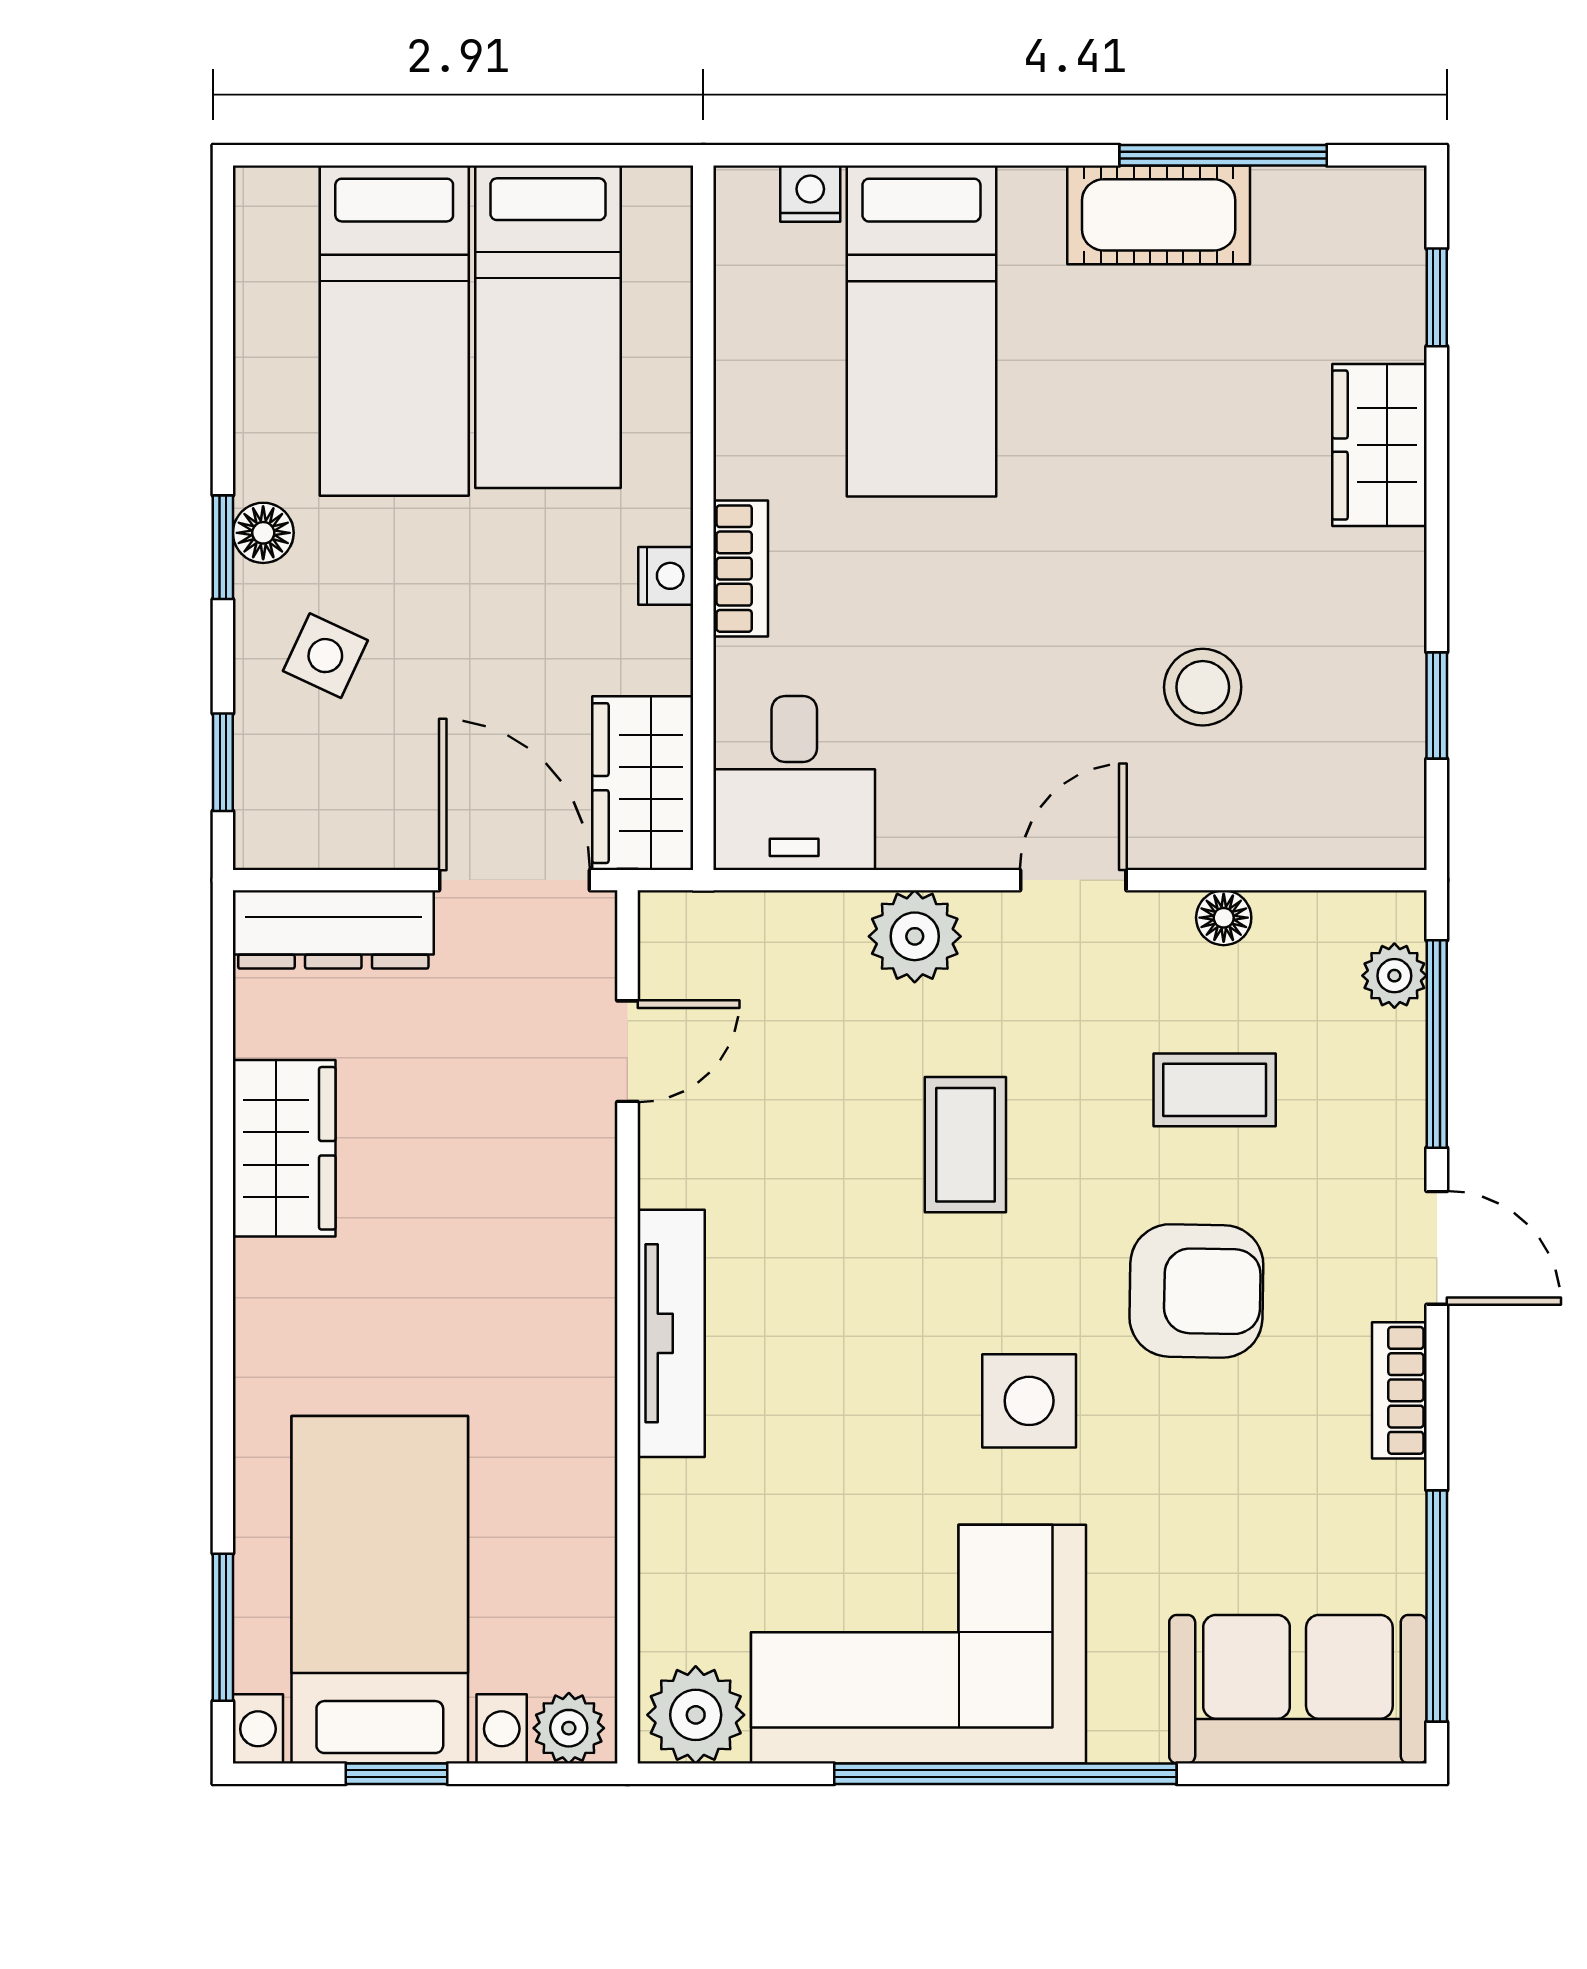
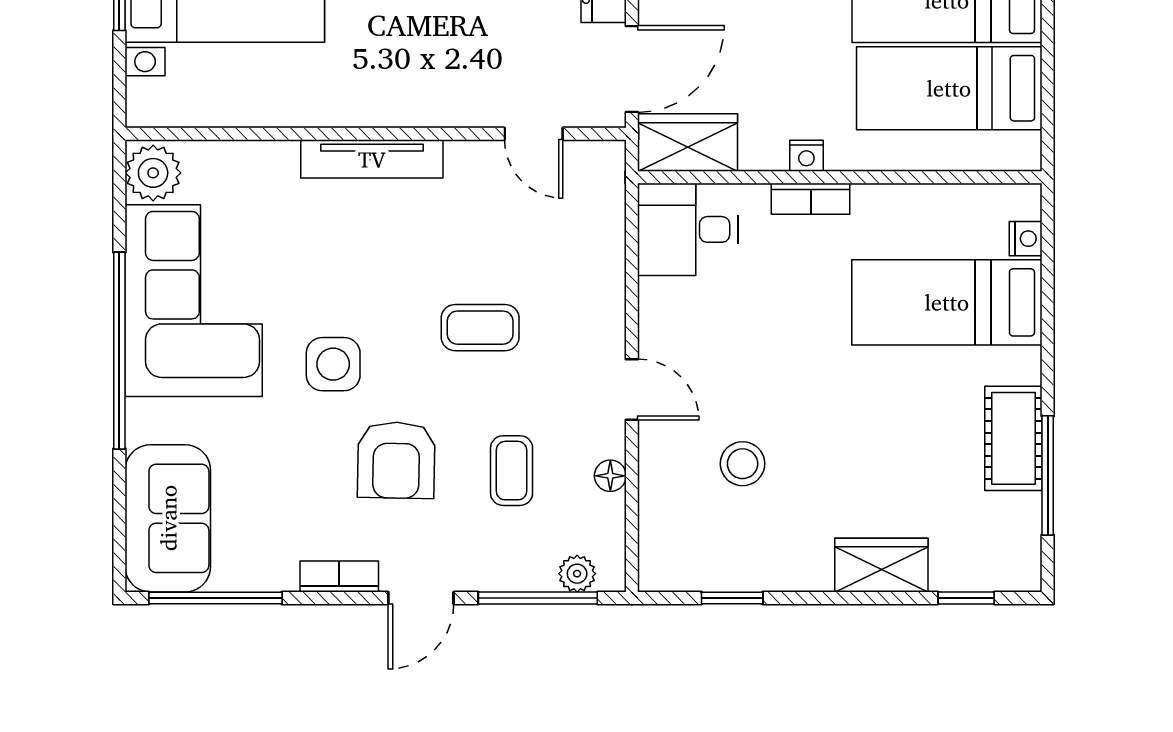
plant: (915, 936) -> (600, 299), removed
plant: (569, 1728) -> (145, 100), removed

